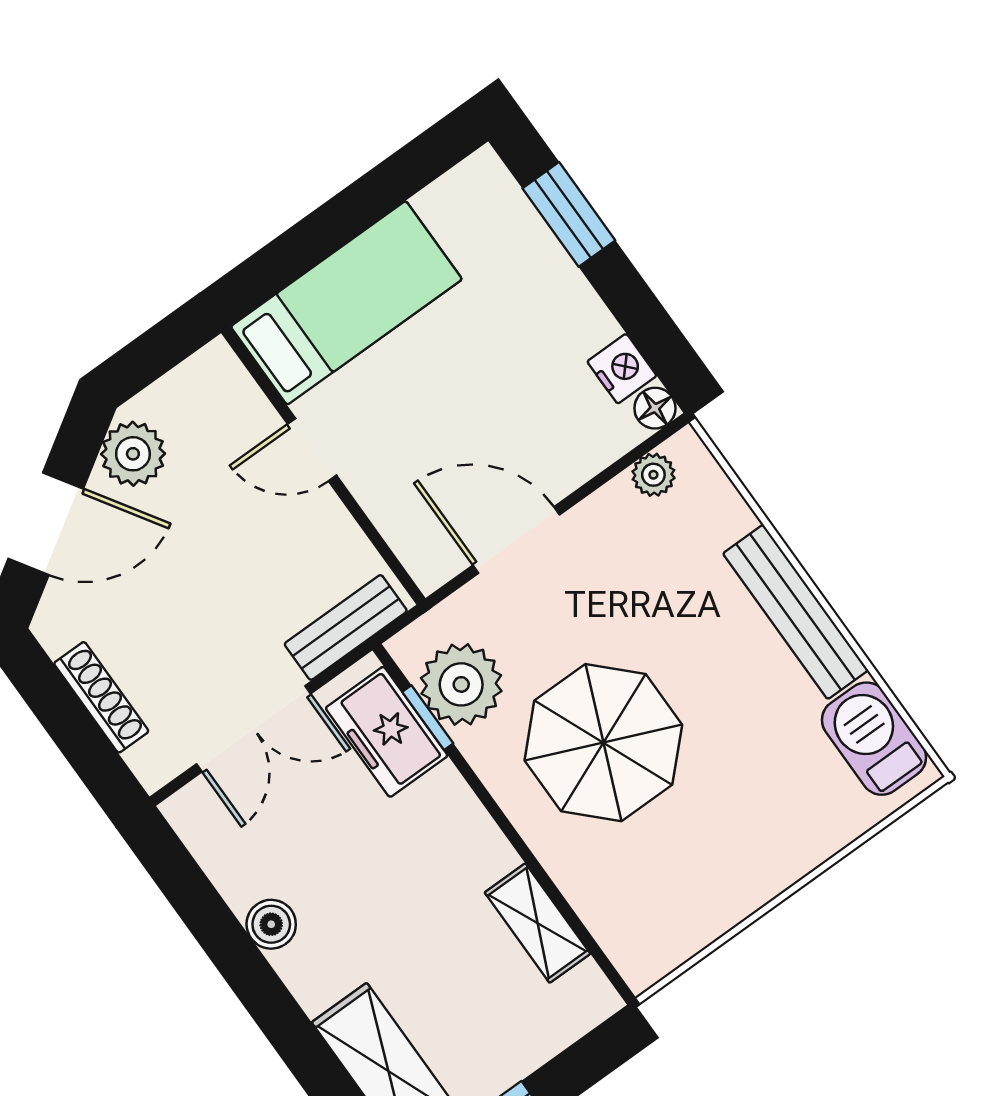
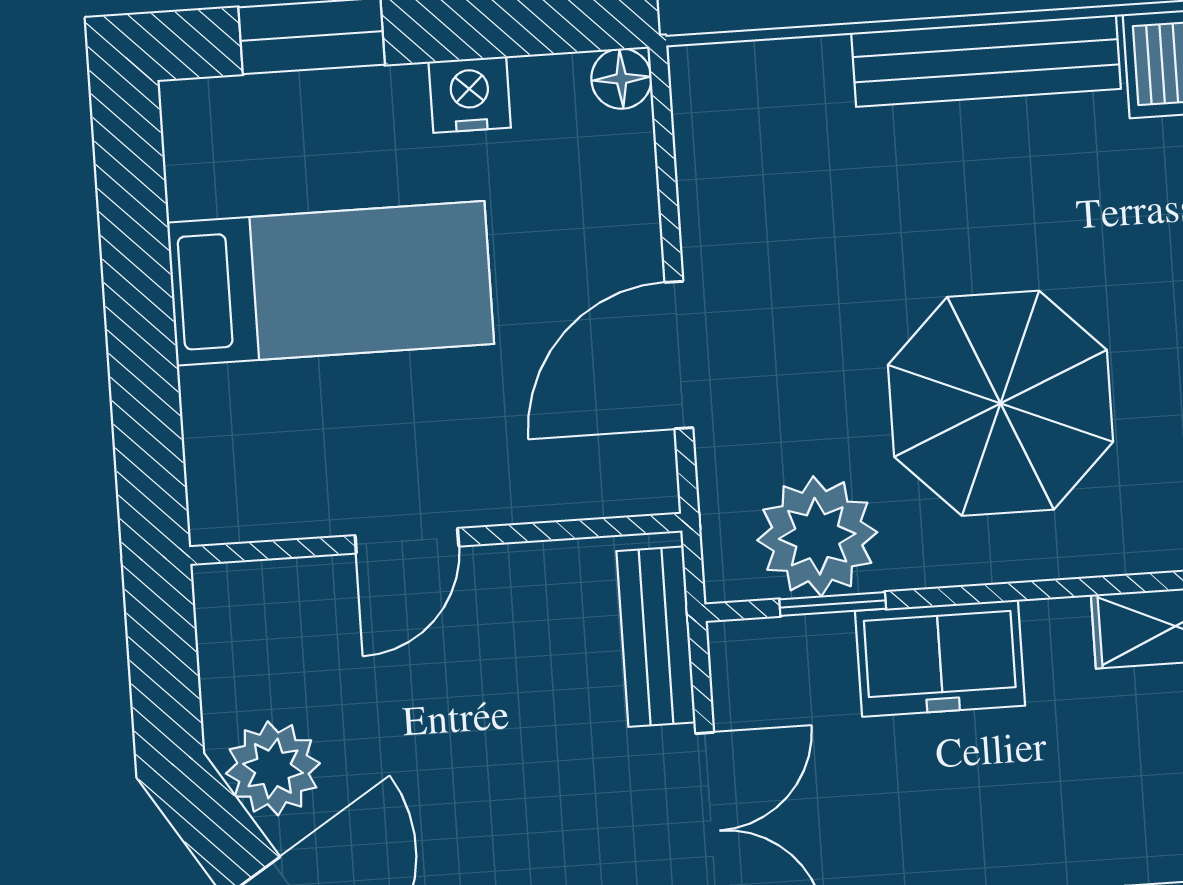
bed: (346, 303) -> (331, 283), moved, turned 90
nightstand: (622, 369) -> (470, 95), moved
plant: (653, 475) -> (704, 132), removed
freezer: (387, 732) -> (940, 658), moved

